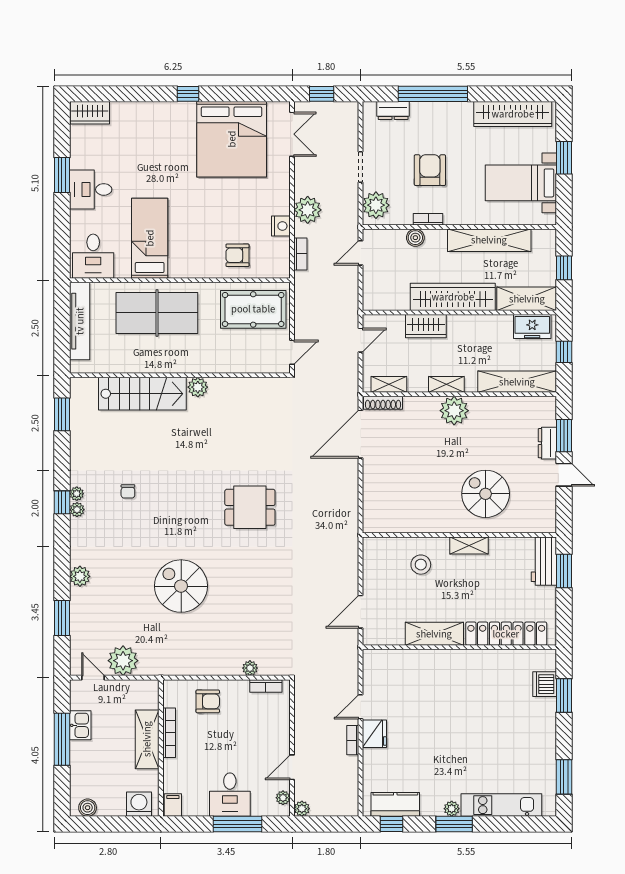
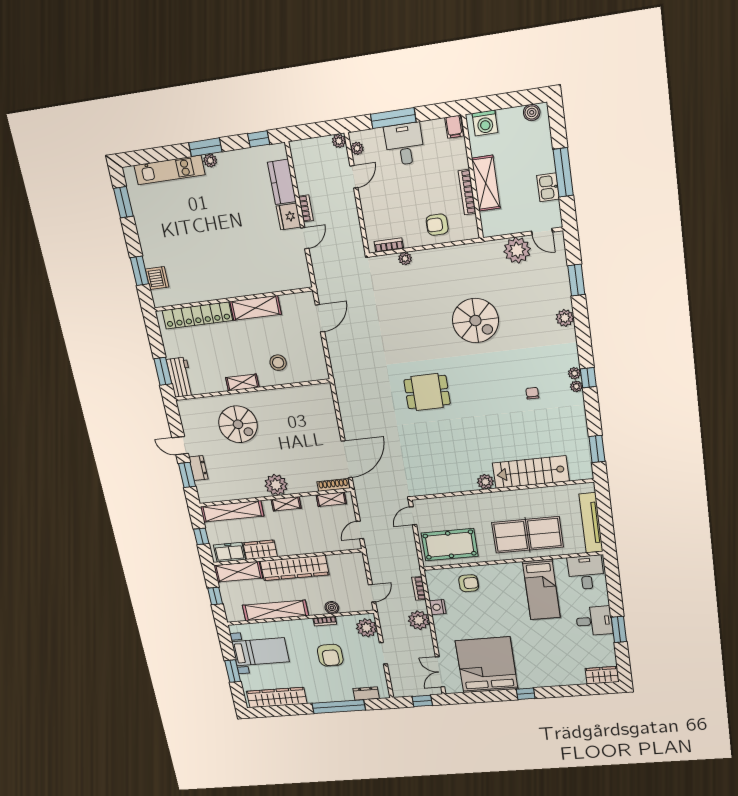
wardrobe: (426, 326) -> (260, 550), moved
kitchen counter: (395, 804) -> (282, 182), moved, turned 90

